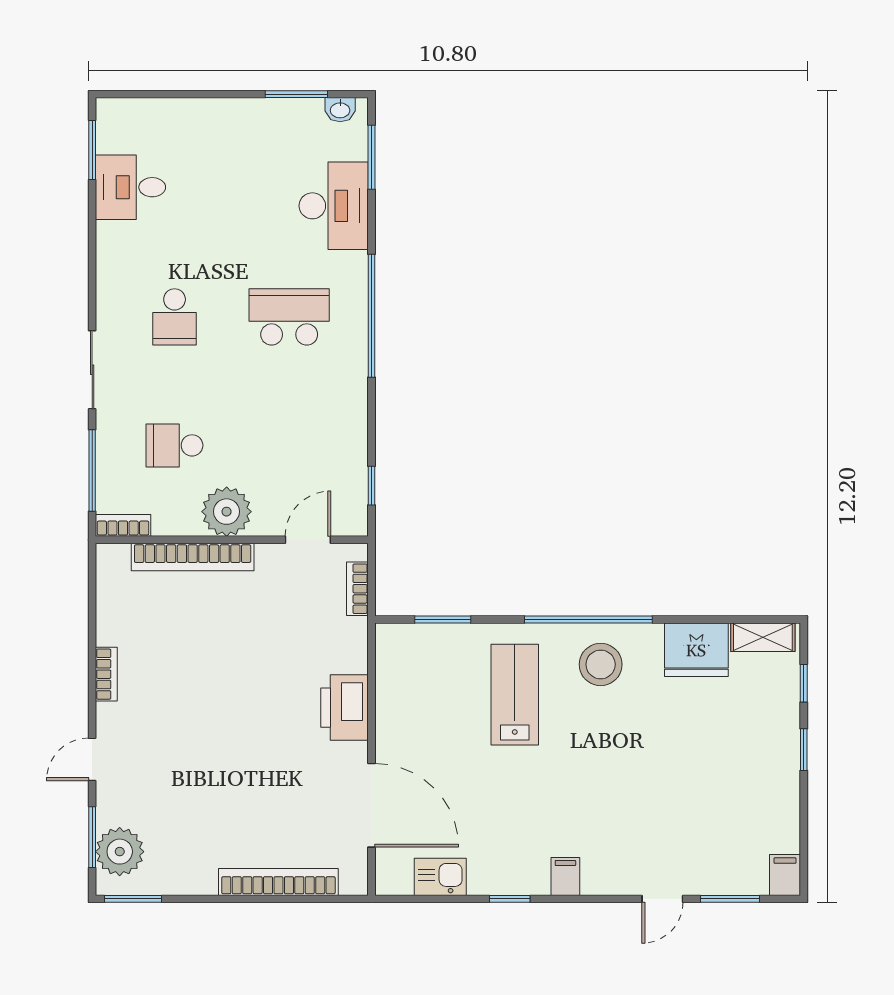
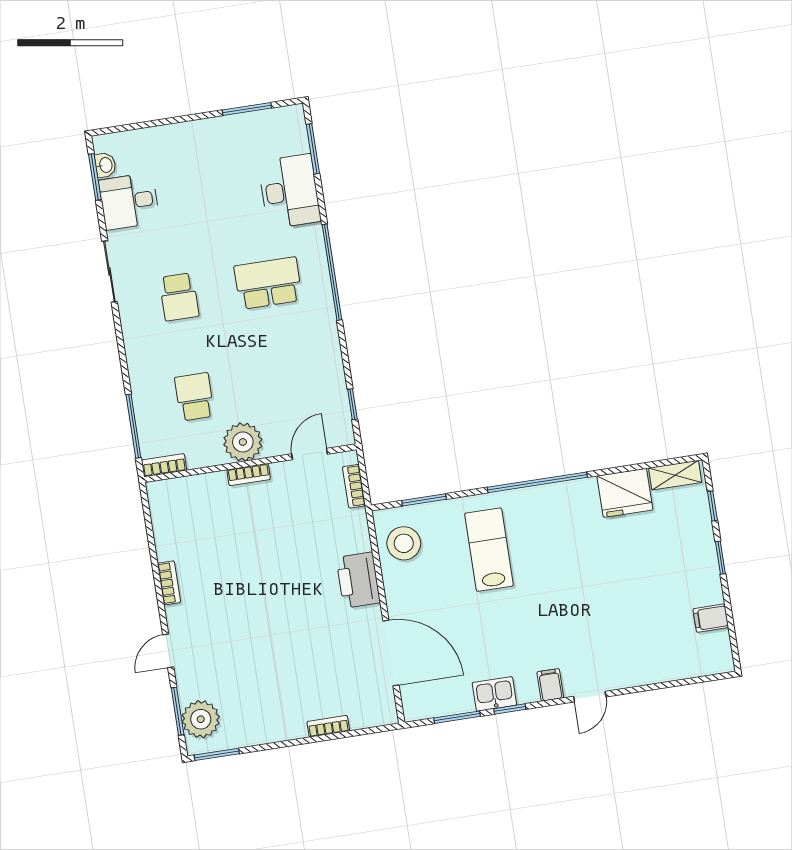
washbasin: (340, 110) -> (105, 165), moved, turned -90
sliding door: (92, 370) -> (109, 272), moved
school desk: (175, 445) -> (194, 397), turned 90
bookcase: (193, 557) -> (249, 475), width x0.43, depth x0.76
stool: (601, 664) -> (404, 543), moved
filing cabinet: (785, 875) -> (711, 618), moved, turned -90
kitchen sink: (440, 877) -> (494, 694), moved
bookcase: (278, 882) -> (328, 726), width x0.43, depth x0.76
door: (662, 899) -> (590, 697), moved
window: (730, 899) -> (457, 717), moved

